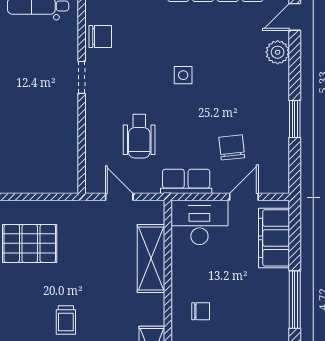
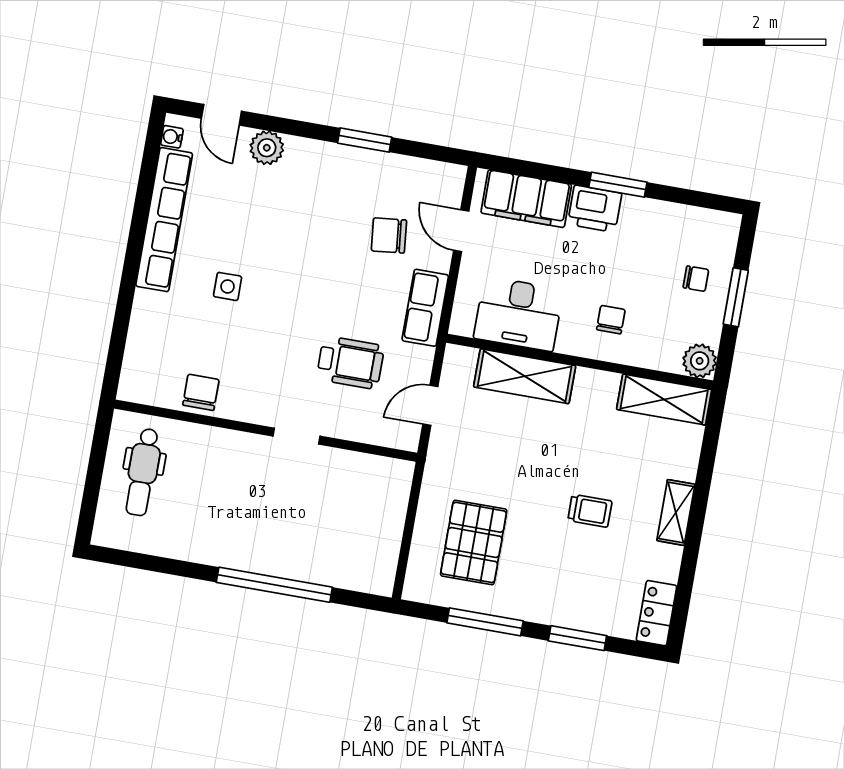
side table: (183, 75) -> (228, 286), moved
doorway: (82, 77) -> (296, 436), moved
desk: (199, 222) -> (518, 314), moved, turned -90
printer: (275, 287) -> (595, 209), added
window: (295, 300) -> (618, 185), width x0.69

